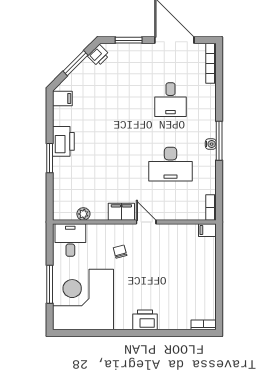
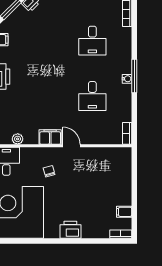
desk: (170, 164) -> (92, 96), width x0.73
filing cabinet: (207, 230) -> (124, 212), moved

